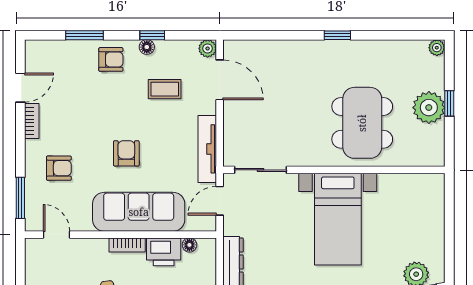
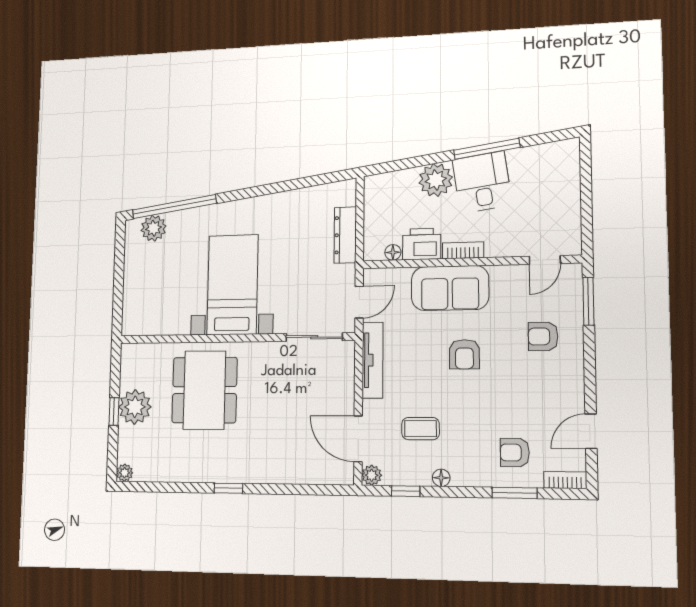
window: (152, 35) -> (406, 491), moved
armchair: (111, 59) -> (515, 453), moved
bookcase: (32, 121) -> (565, 480), moved, turned 90
sofa: (139, 212) -> (450, 288), width x0.73
door: (56, 235) -> (545, 260), hinge flipped

